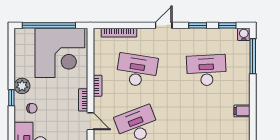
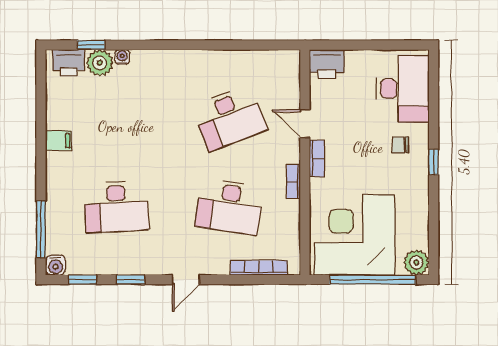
plant: (22, 86) -> (416, 262), moved

